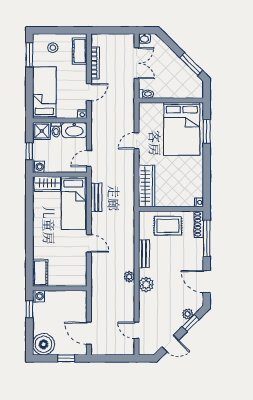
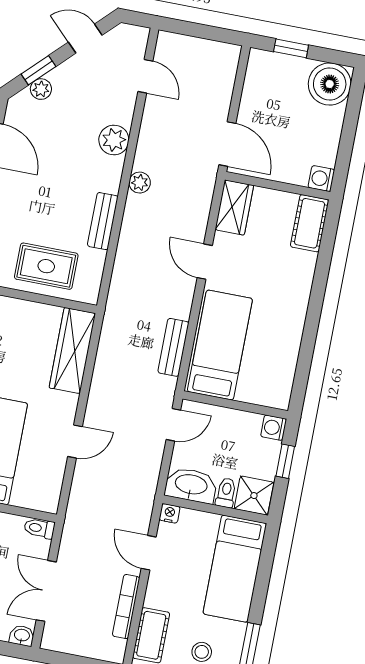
door: (89, 92) -> (149, 553), hinge flipped
wardrobe: (47, 184) -> (234, 207), moved, turned 90
plant: (146, 285) -> (114, 140), moved
window: (29, 309) -> (344, 157), removed
door: (89, 333) -> (227, 144), moved

